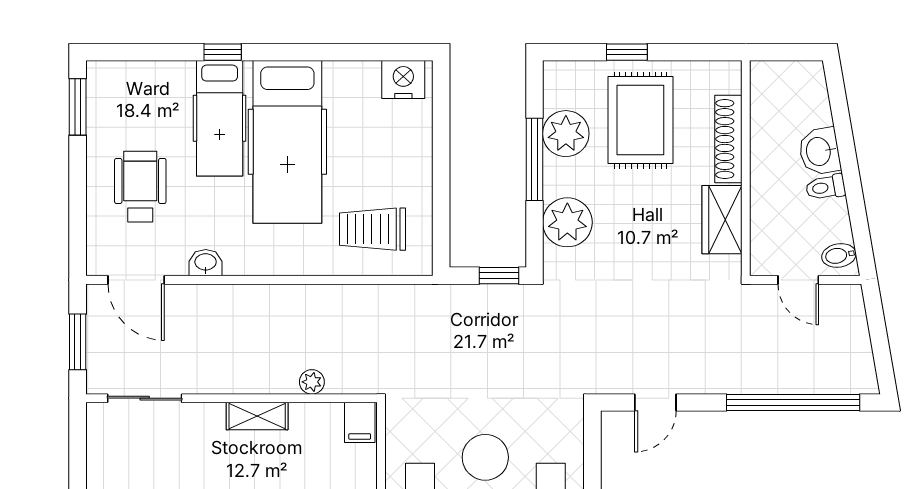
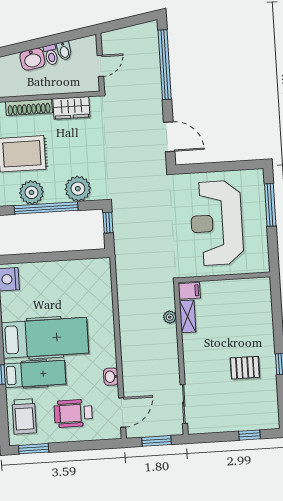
window: (534, 159) -> (46, 208), width x1.46
trolley: (373, 229) -> (24, 416), moved
bidet: (839, 255) -> (64, 51), moved
door: (655, 402) -> (169, 137), width x1.38
shelving: (257, 416) -> (188, 316), moved

